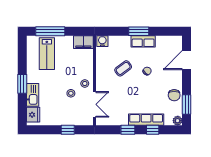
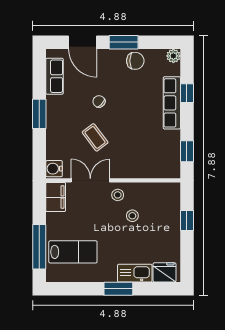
row of seats: (143, 41) -> (55, 76), moved
double door: (95, 104) -> (90, 180), moved
window: (187, 105) -> (124, 42), moved
window: (128, 130) -> (187, 151), moved

